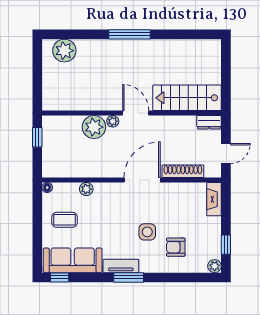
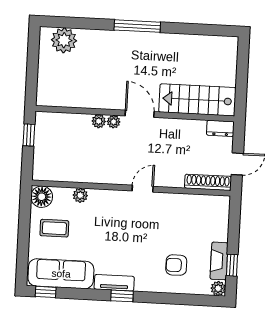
plant: (94, 127) -> (99, 121), width x0.53, depth x0.53
shoe rack: (183, 171) -> (208, 182), moved
door: (142, 180) -> (143, 189), width x0.53
floor lamp: (47, 188) -> (42, 197), width x1.89, depth x1.89
fireplace: (214, 199) -> (219, 261), moved
side table: (147, 232) -> (145, 247), removed
window: (129, 277) -> (122, 296), width x0.67

